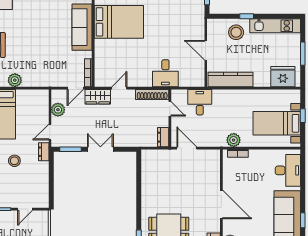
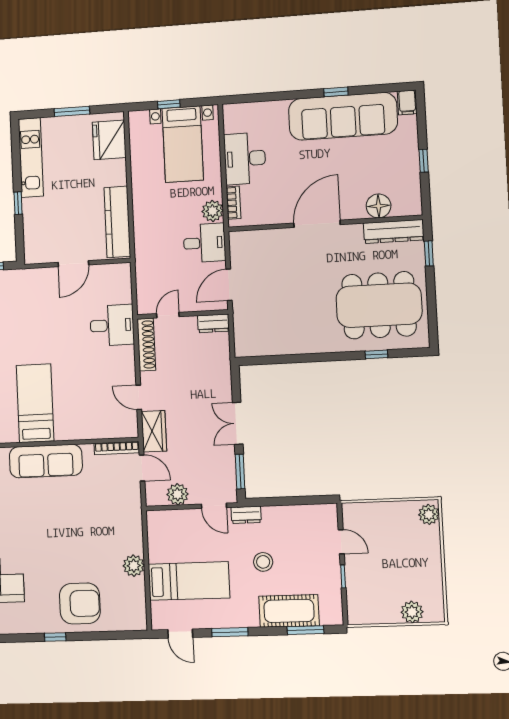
bed: (119, 22) -> (35, 403), width x0.67
stool: (236, 32) -> (43, 218), removed
desk: (200, 102) -> (204, 243), moved, turned 180
desk: (288, 170) -> (245, 159), moved, turned -90

